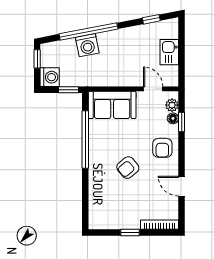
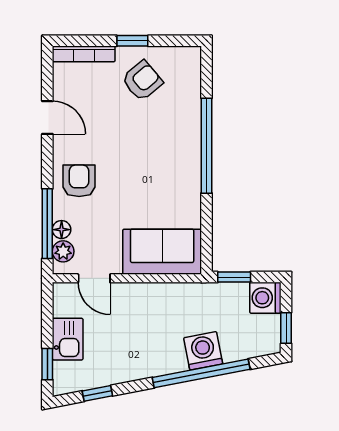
window: (182, 37) -> (47, 364), added
window: (182, 122) -> (47, 224), width x2.17
window: (85, 140) -> (206, 146), moved
armchair: (128, 168) -> (142, 81), moved

